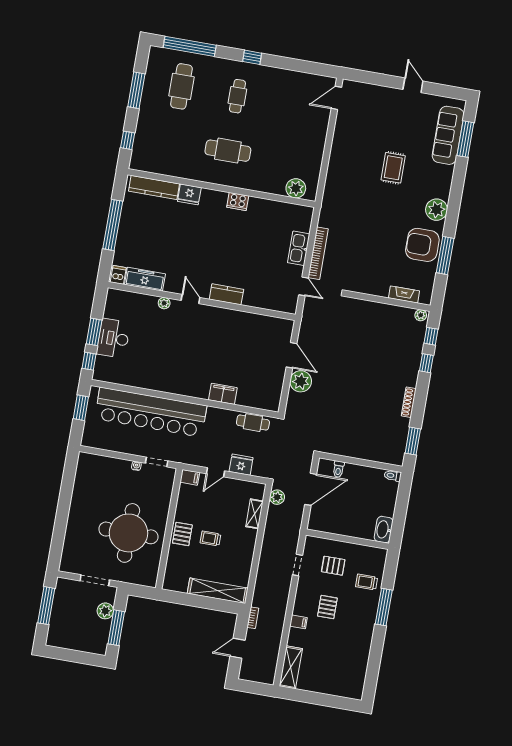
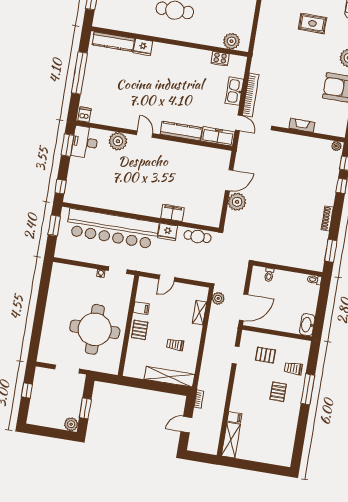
rug: (393, 168) -> (312, 23), turned 90
cooker: (238, 201) -> (220, 59), moved
freezer: (145, 279) -> (218, 136), moved
kitchen counter: (226, 294) -> (181, 131), width x1.50
fireplace: (404, 294) -> (302, 125), moved
plant: (164, 303) -> (118, 141), width x1.88, depth x1.88
window: (94, 332) -> (68, 145), moved
desk: (113, 338) -> (85, 142), moved
door: (291, 355) -> (229, 180), hinge flipped
fridge: (241, 465) -> (168, 232), moved, turned 180
filing cabinet: (190, 477) -> (141, 308), moved
door: (311, 489) -> (244, 307), moved
trolley: (210, 538) -> (175, 345), moved
window: (46, 606) -> (27, 390), width x0.46
pallet: (327, 607) -> (278, 392), moved
plant: (105, 611) -> (71, 424), moved
filing cabinet: (298, 622) -> (234, 417), moved
window: (116, 628) -> (85, 408), width x0.69

